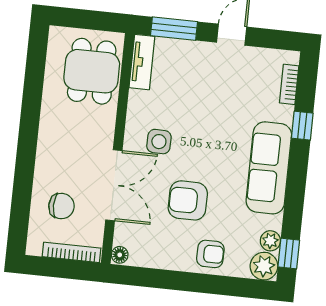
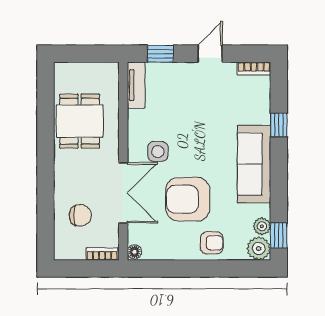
window: (174, 29) -> (161, 54), width x0.67
dining table: (92, 71) -> (80, 121), moved
bookcase: (289, 84) -> (254, 69), moved, turned -90
armchair: (188, 200) -> (188, 199), width x1.36, depth x1.36
bookcase: (72, 252) -> (102, 254), width x0.64

